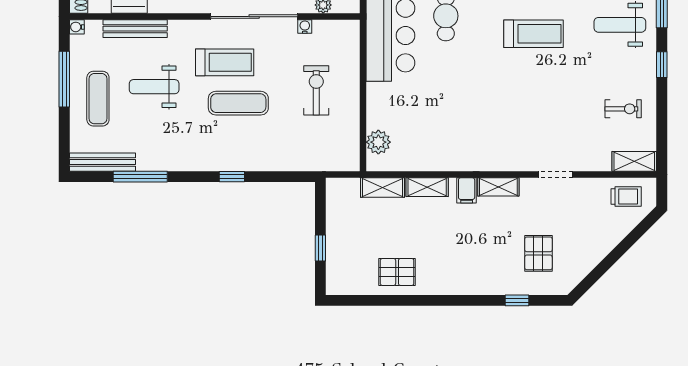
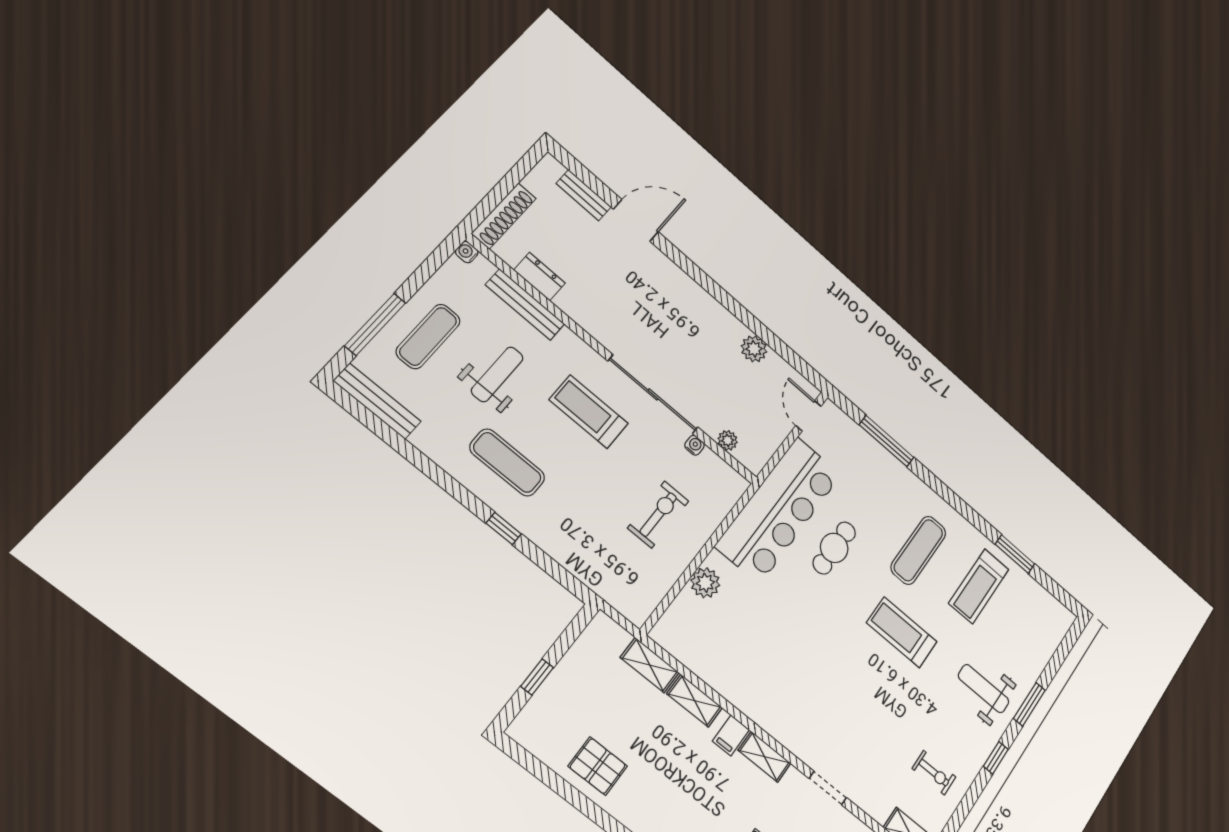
treadmill: (534, 34) -> (902, 632), turned 180
treadmill: (225, 62) -> (589, 412), turned 180
window: (64, 79) -> (375, 324), moved
weight bench: (154, 87) -> (497, 374), turned 90
exercise mat: (238, 103) -> (507, 463), moved
plant: (378, 142) -> (705, 583), moved
window: (140, 177) -> (406, 449), removed

